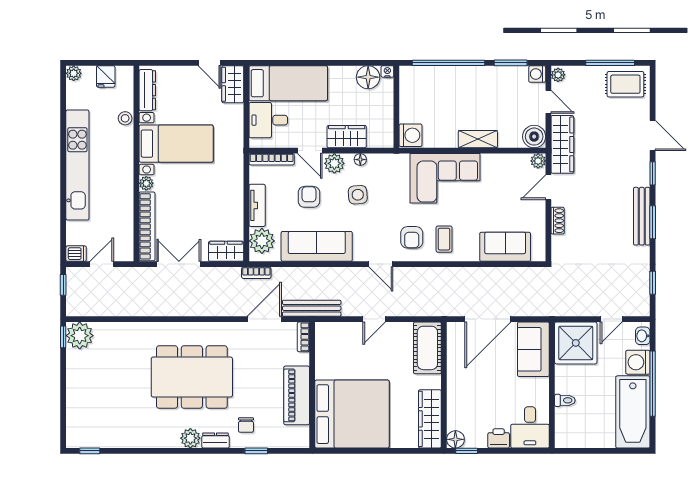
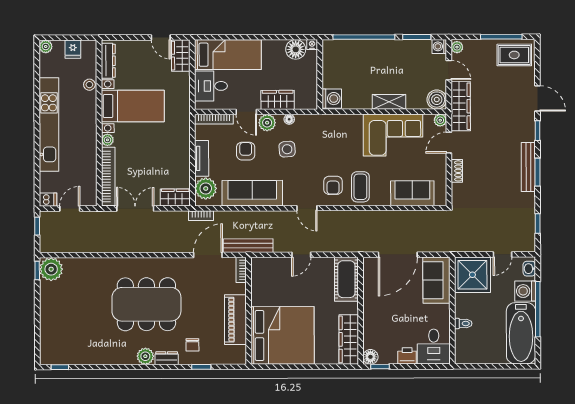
corner sofa: (445, 178) -> (393, 135), moved
coffee table: (444, 239) -> (360, 187), width x1.36, depth x1.30

